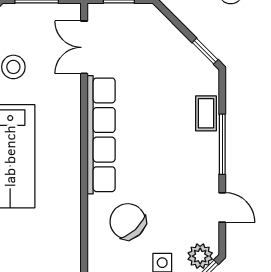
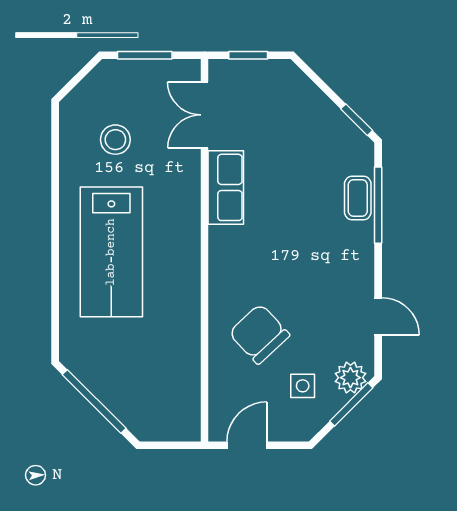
row of seats: (101, 135) -> (226, 187), width x0.50
window: (222, 144) -> (378, 205), moved

